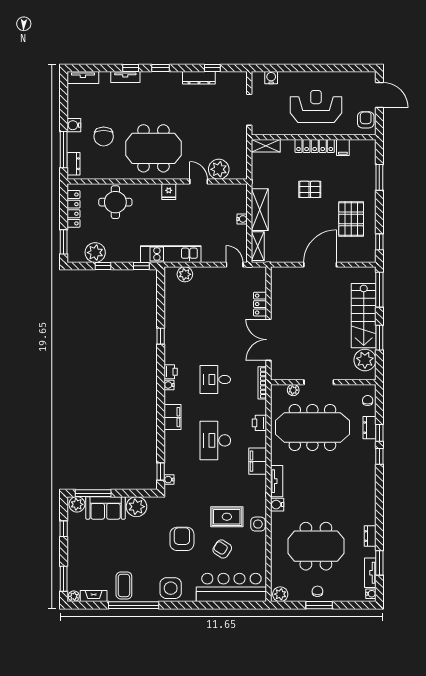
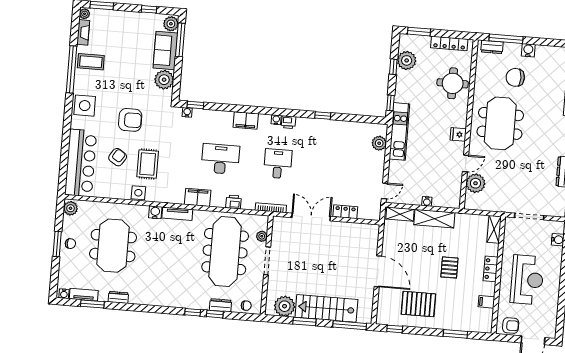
locker: (315, 146) -> (491, 269), width x0.66

